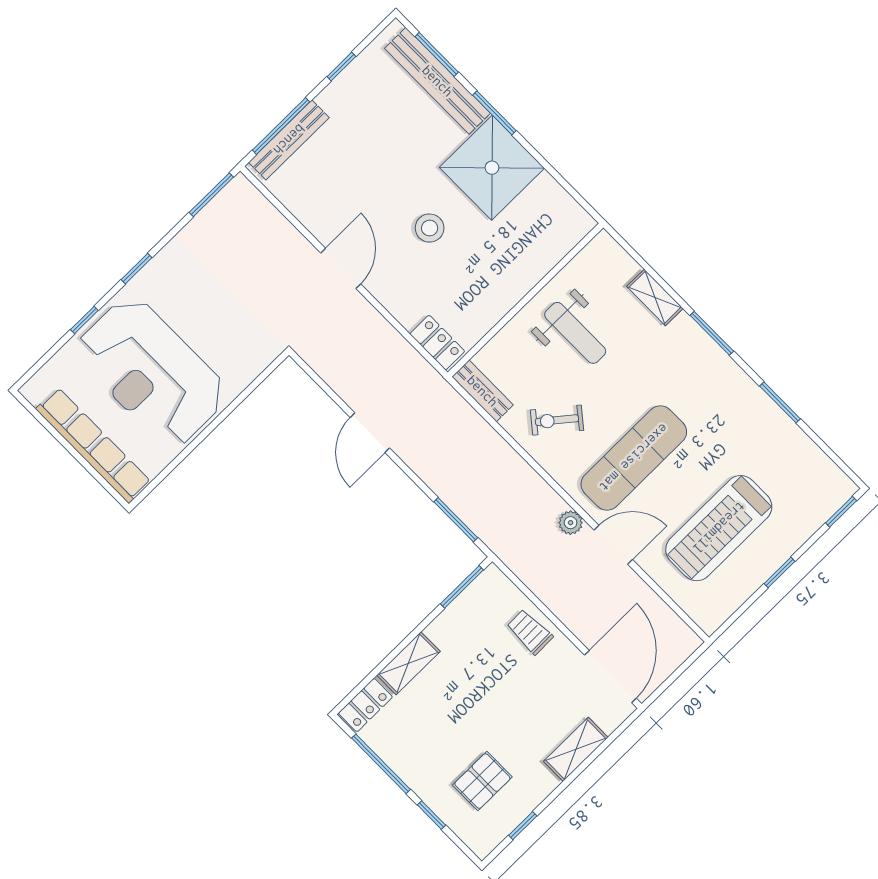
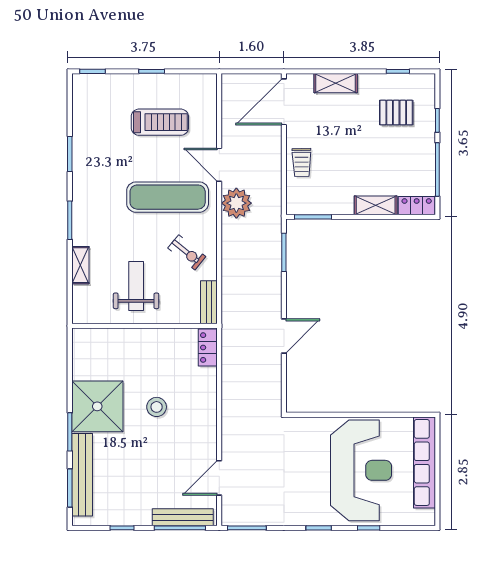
door: (341, 268) -> (219, 478), moved
plant: (571, 523) -> (236, 203), width x1.87, depth x1.87
treadmill: (719, 528) -> (160, 122), width x0.73, depth x0.73

